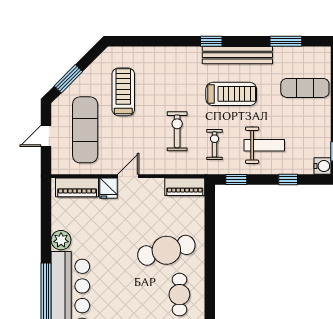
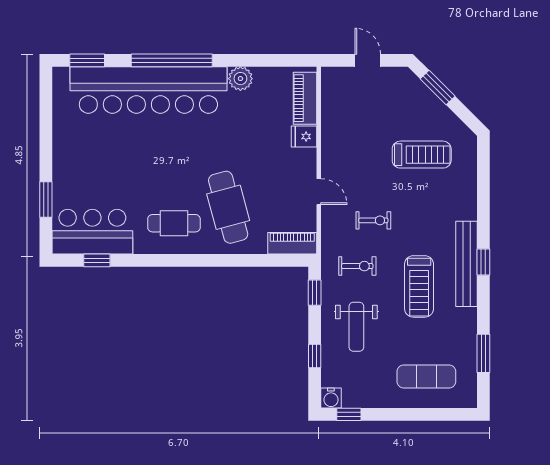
bench: (237, 55) -> (466, 264), moved
exercise mat: (305, 88) -> (426, 377), turned 90
exercise mat: (85, 130) -> (375, 108), removed
exercise bike: (177, 131) -> (373, 220), width x0.73, depth x0.72
door: (128, 176) -> (319, 192), moved
piano: (185, 187) -> (292, 243), moved, turned 90

